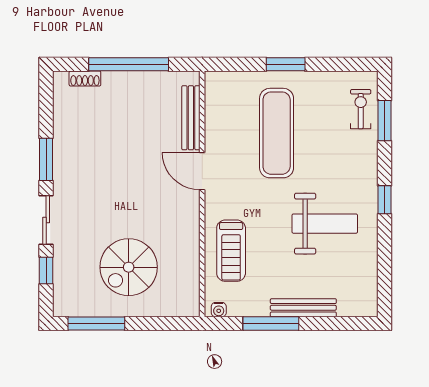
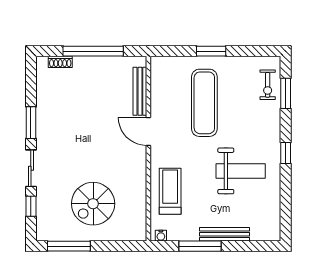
exercise bike: (361, 109) -> (268, 85), turned 180
treadmill: (231, 251) -> (170, 191), turned 180

